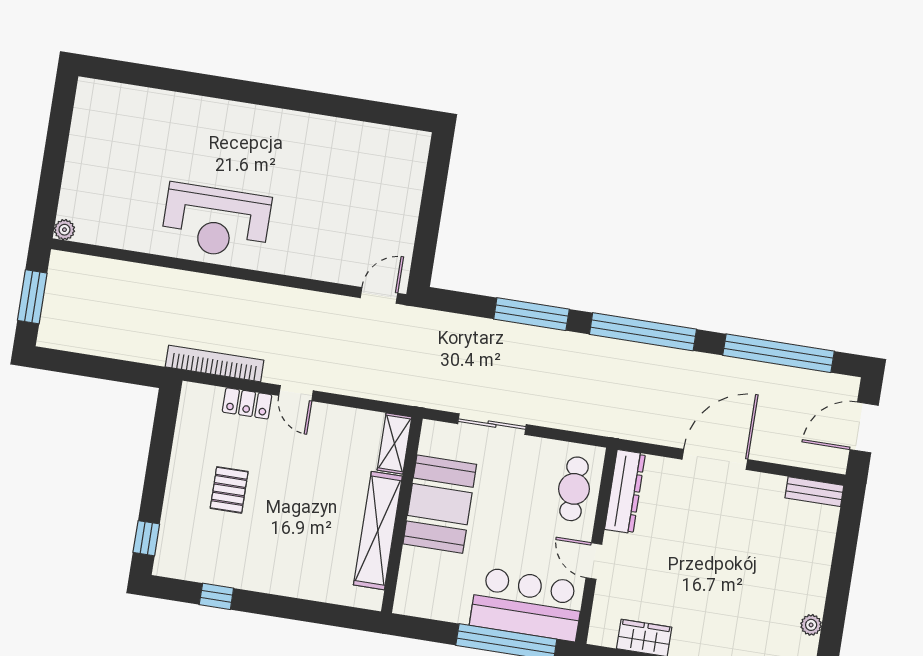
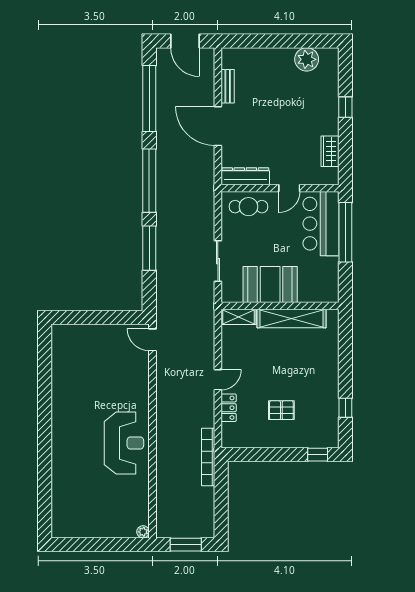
bookcase: (215, 364) -> (208, 457), moved
bench: (814, 492) -> (228, 86), moved
plant: (811, 625) -> (307, 59), width x1.88, depth x1.88

